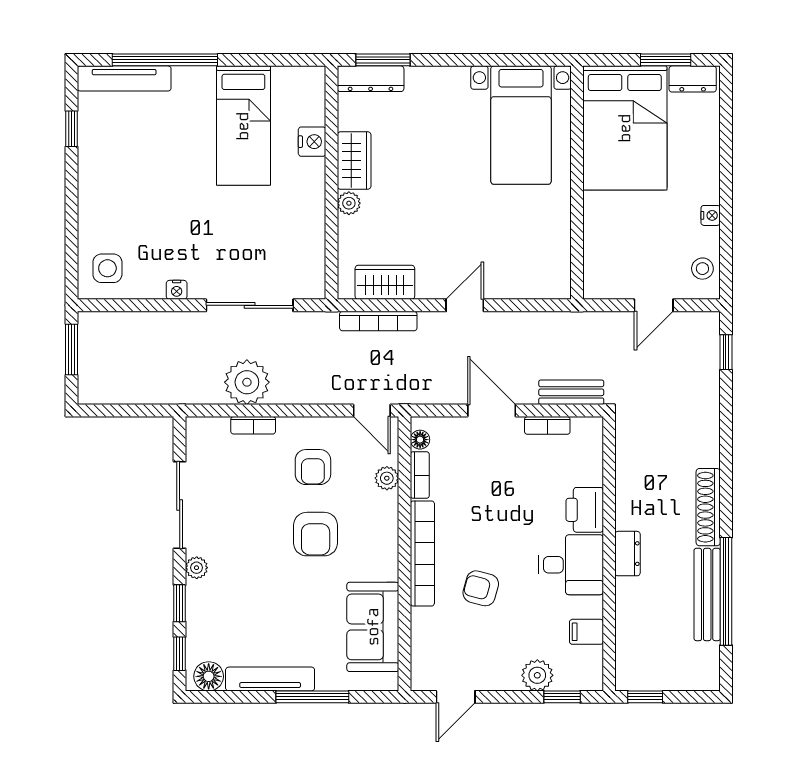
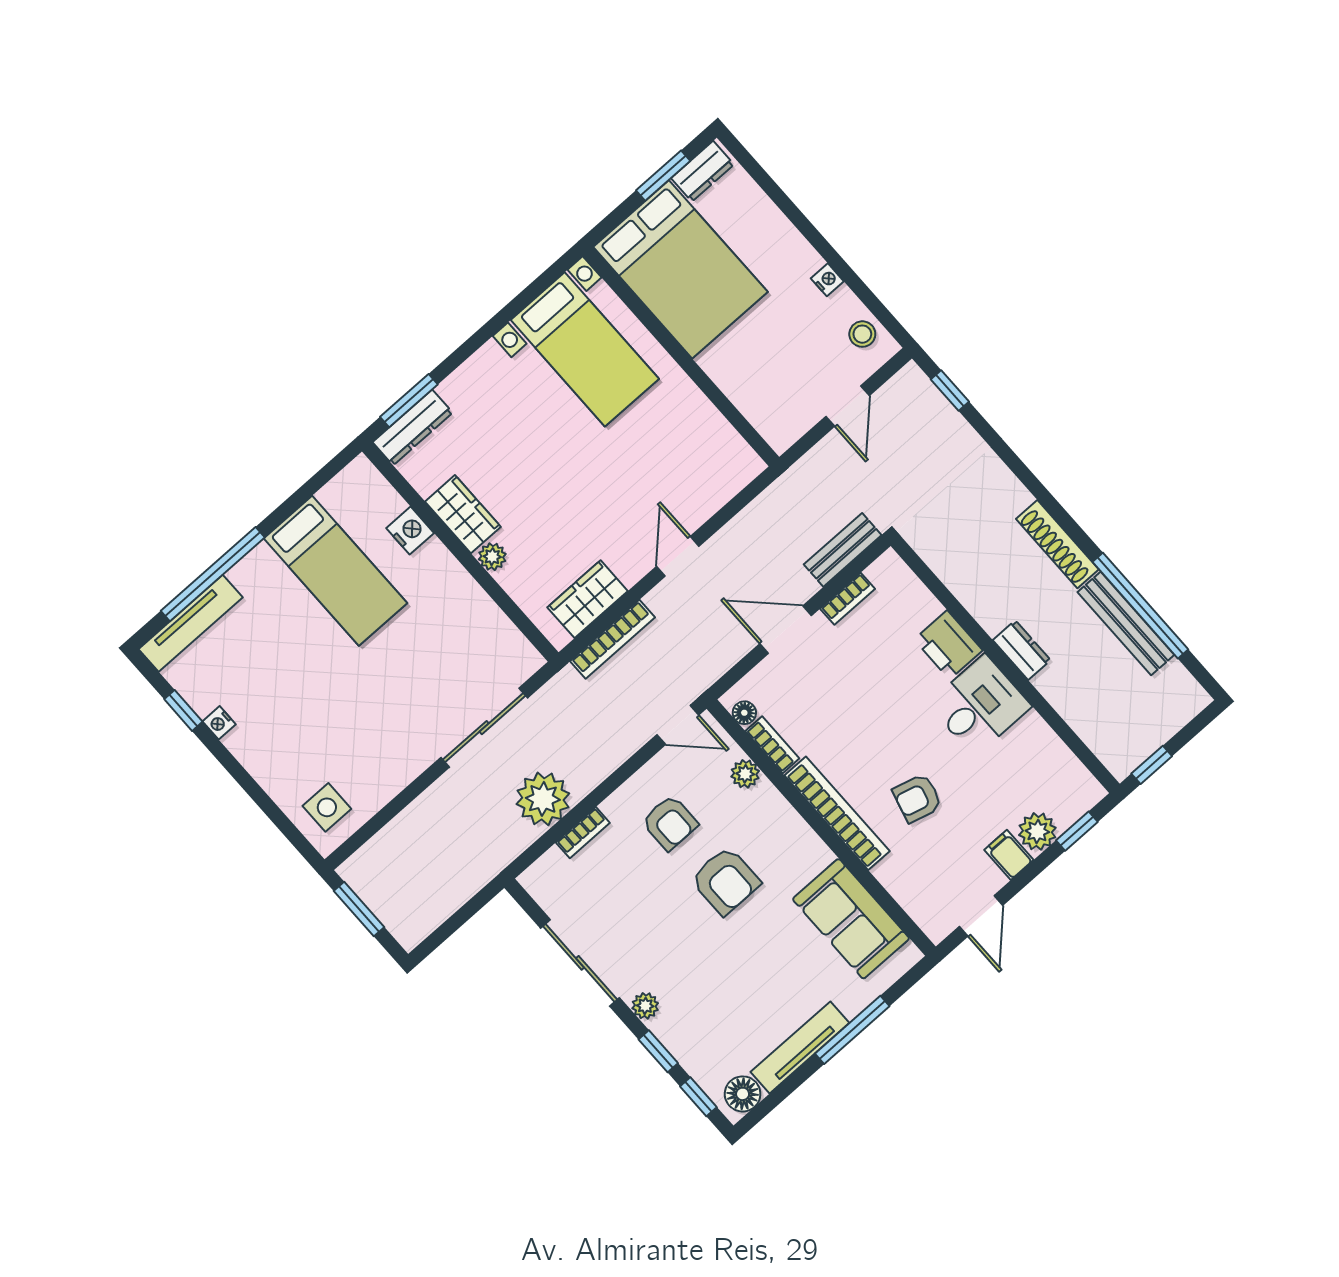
nightstand: (177, 290) -> (219, 723), moved, turned 90
filing cabinet: (586, 632) -> (1009, 855), moved, turned 90

